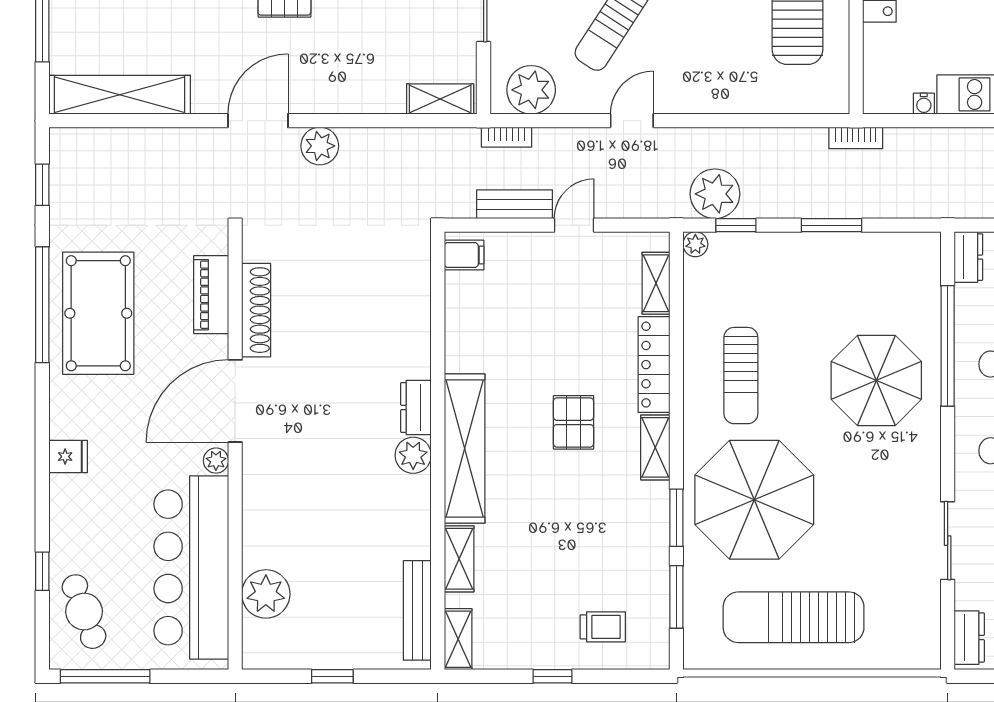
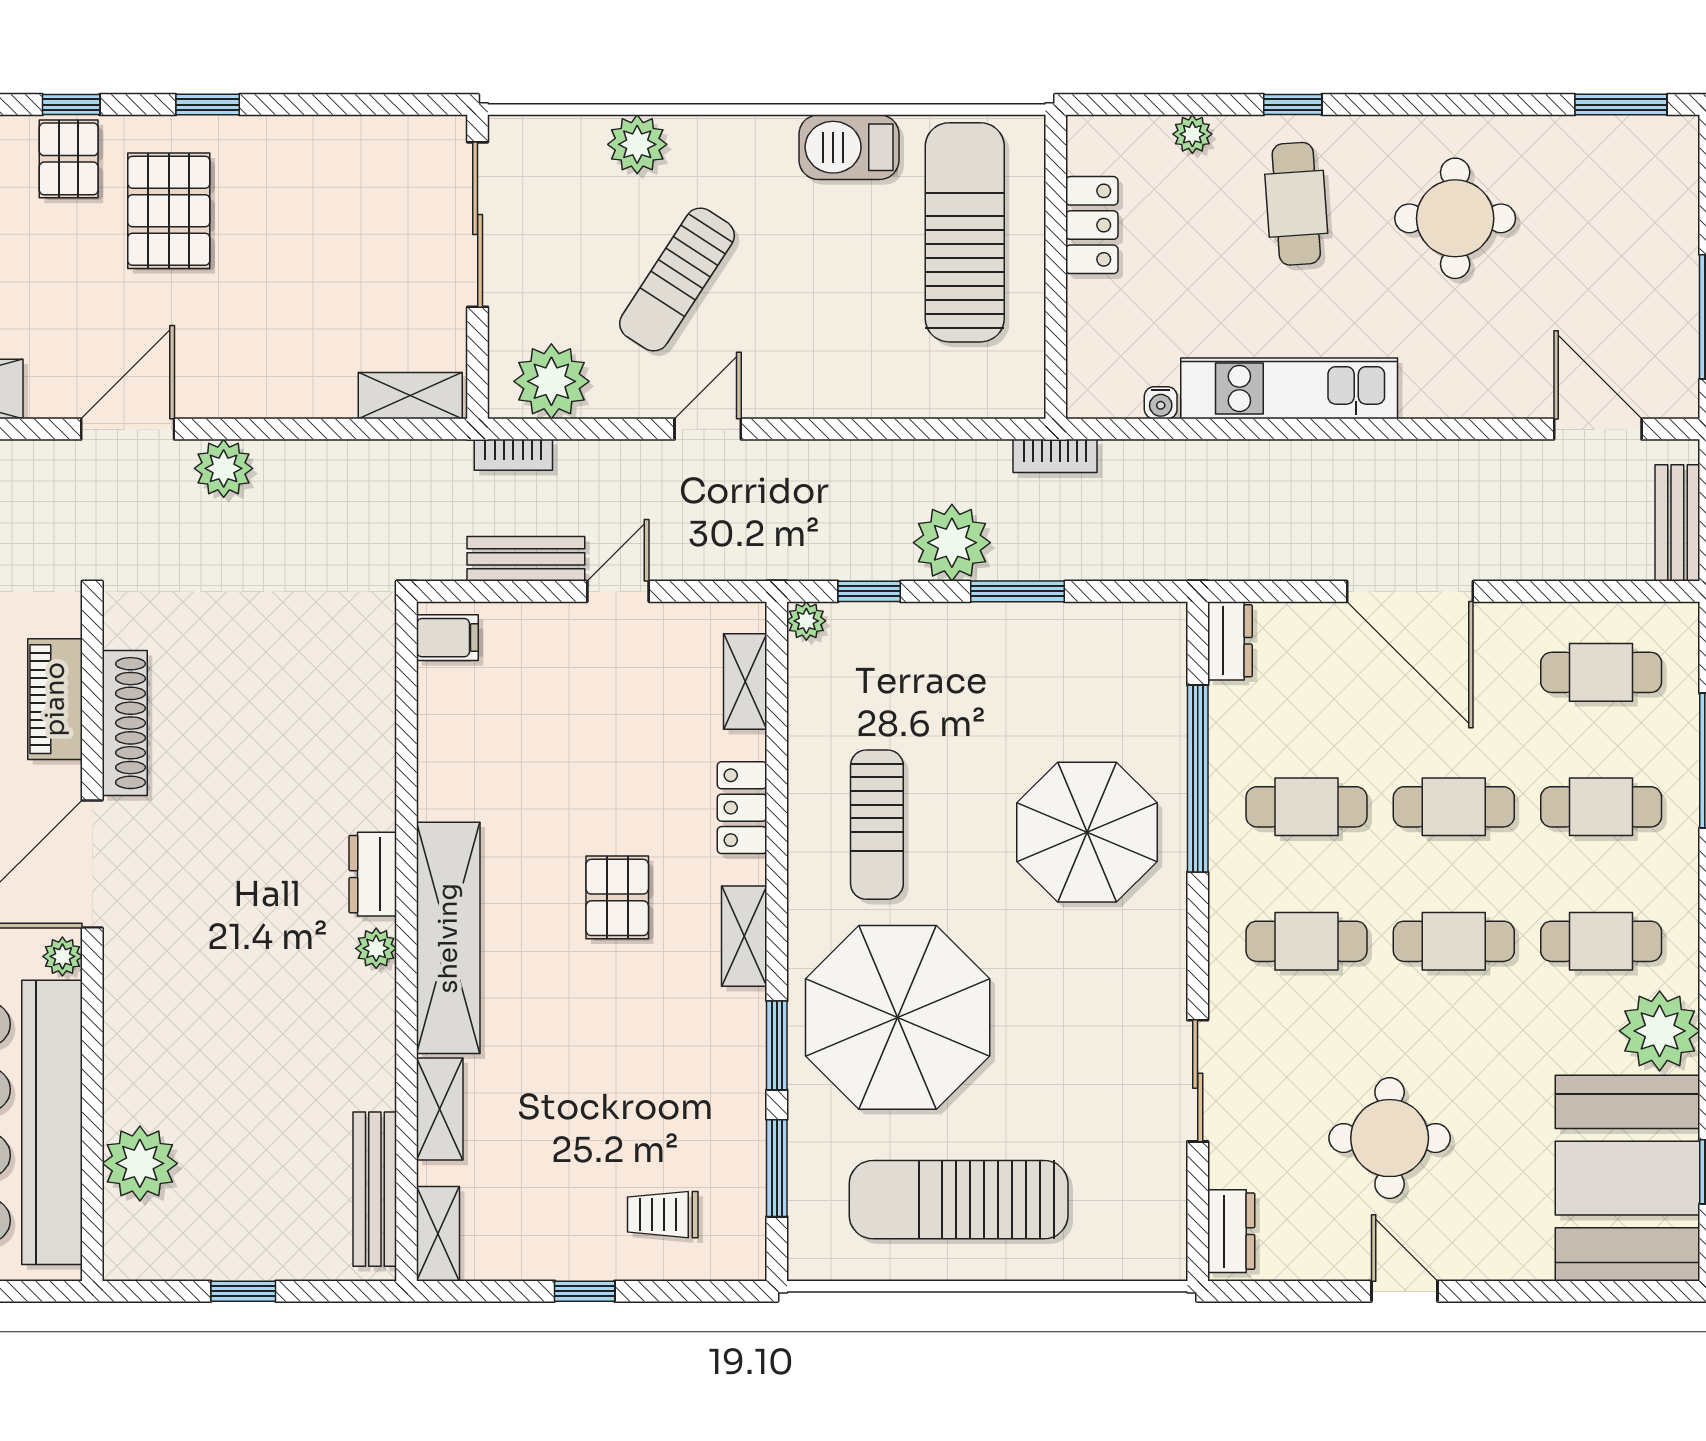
plant: (715, 194) -> (952, 543), moved
locker: (654, 365) -> (742, 808), width x0.66
plant: (413, 455) -> (376, 948), width x0.73, depth x0.73
trolley: (603, 627) -> (663, 1215), turned 180

